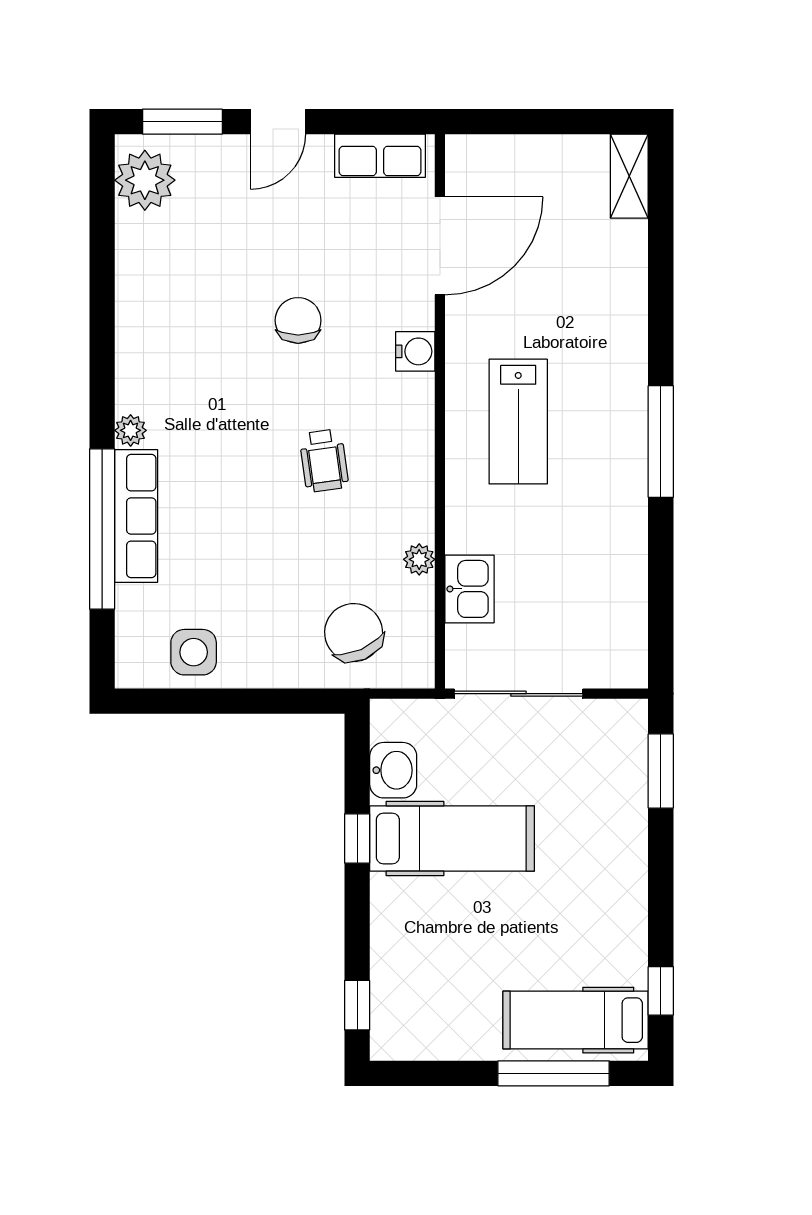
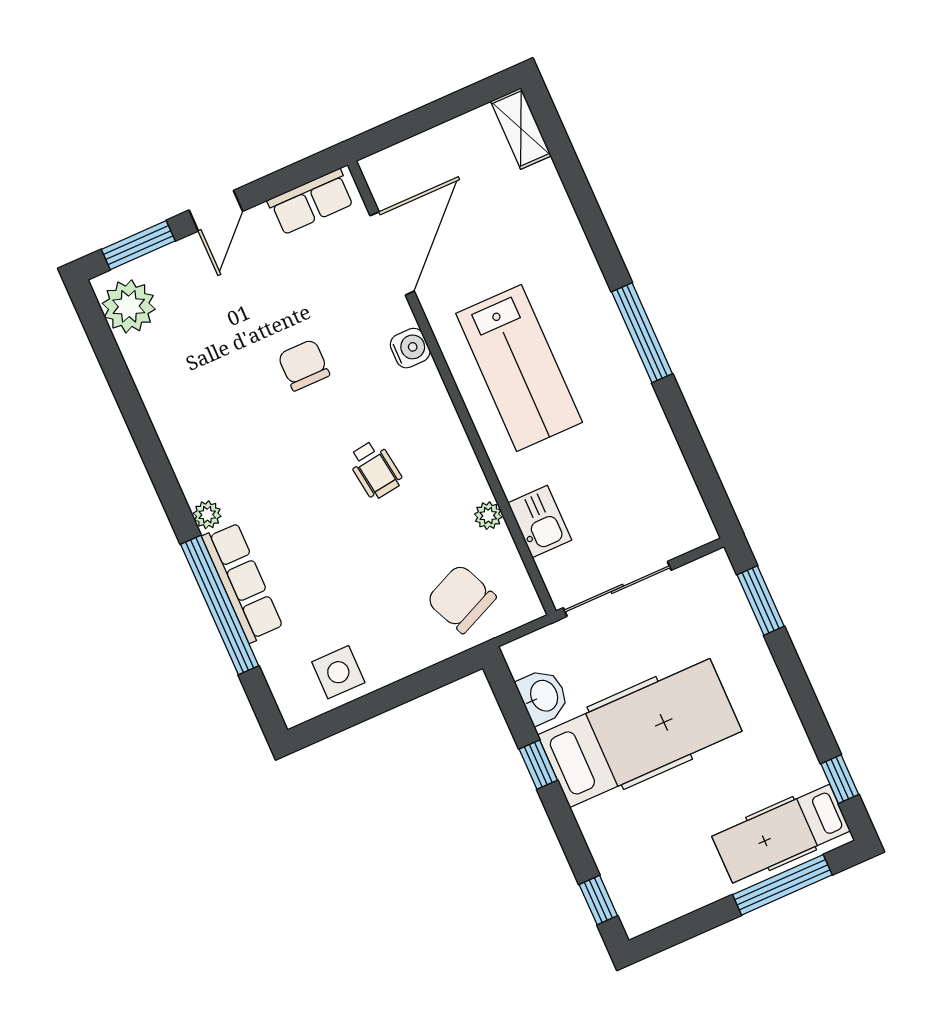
lab bench: (518, 422) -> (519, 368), width x1.36, depth x1.39
hospital bed: (452, 838) -> (640, 733), width x1.37, depth x1.29

